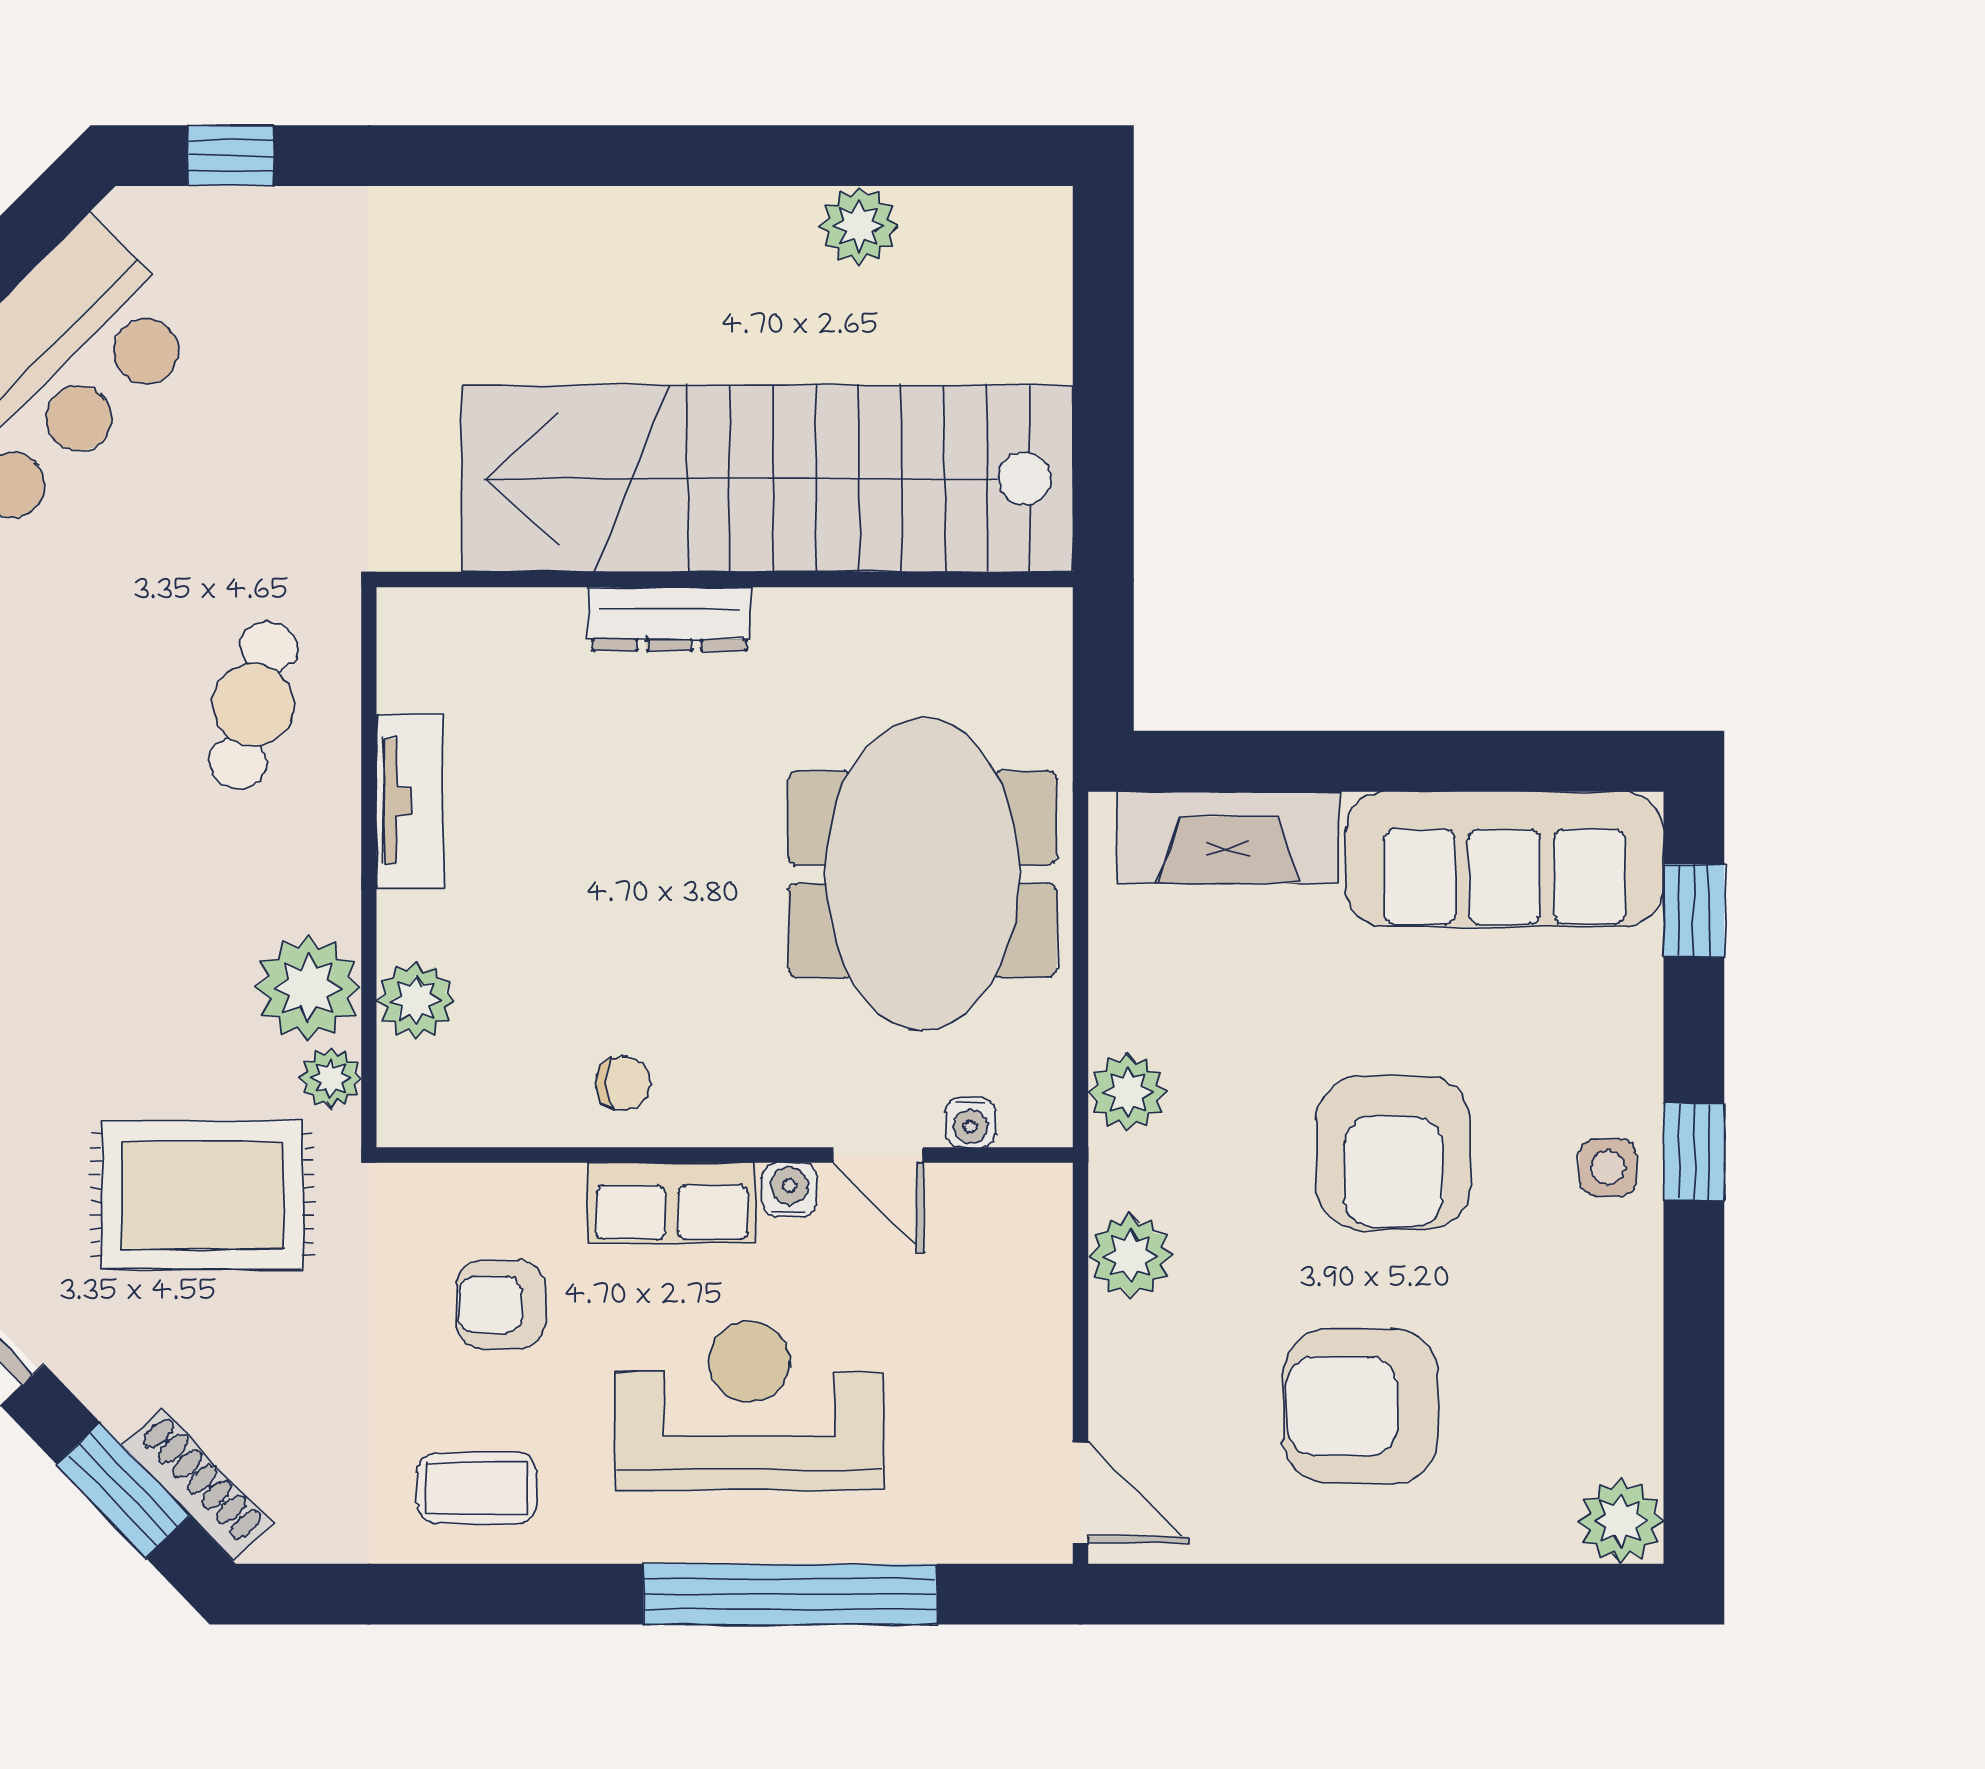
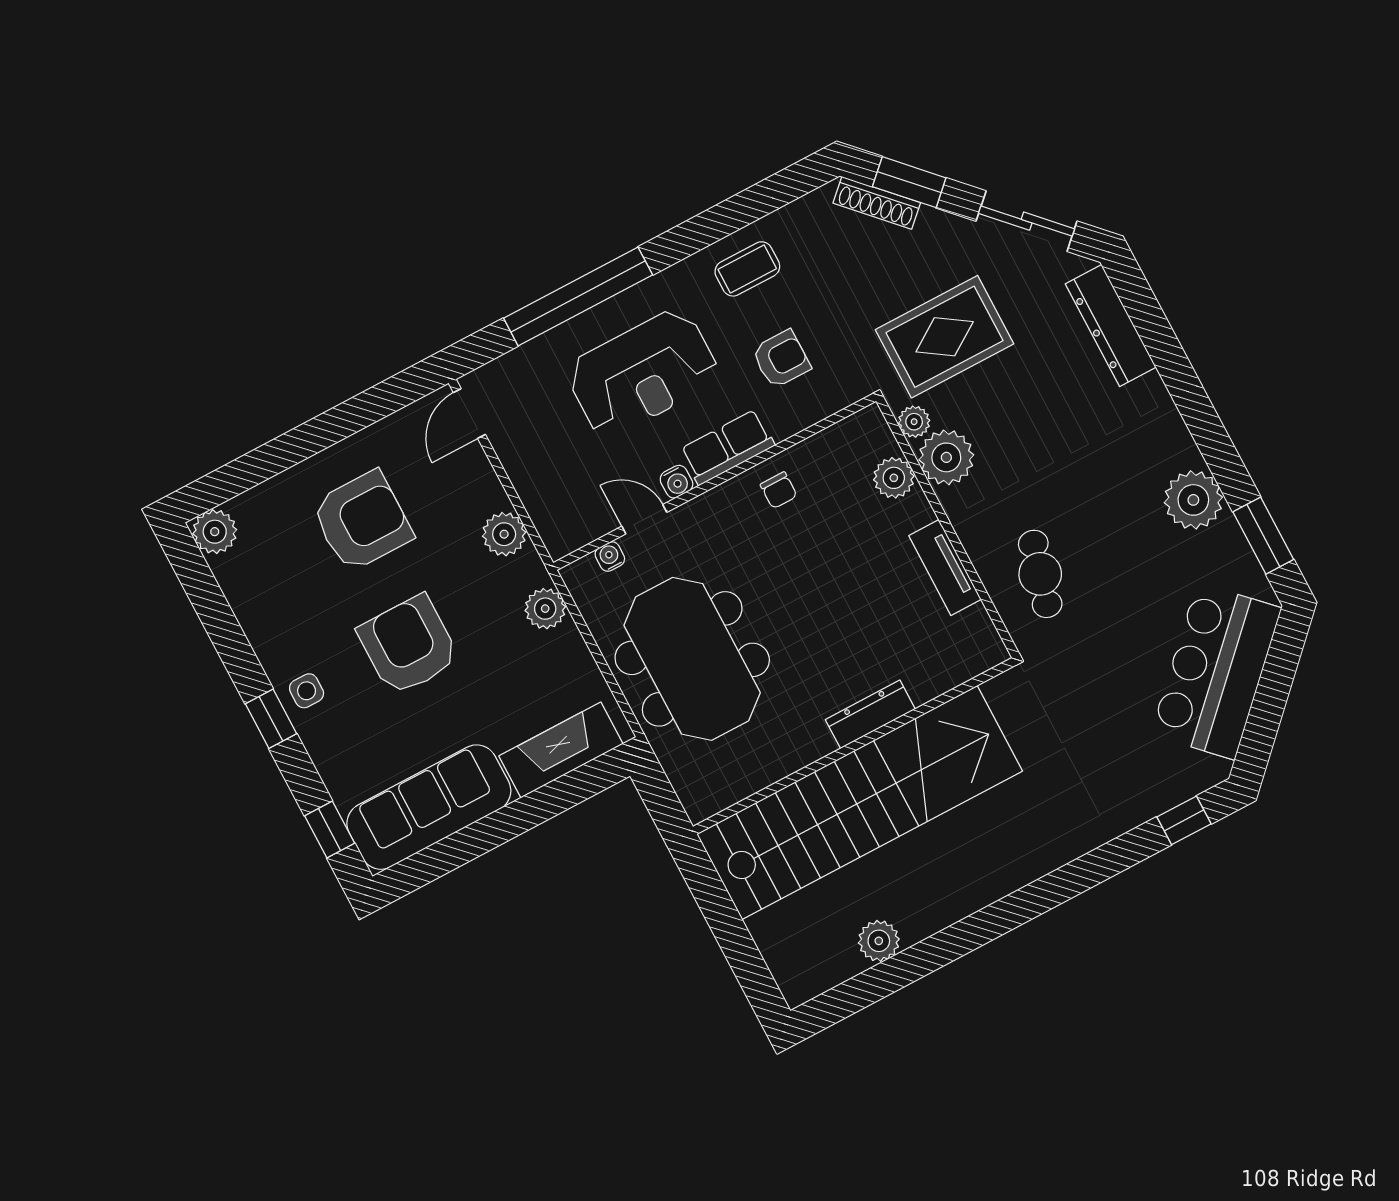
chair: (623, 1083) -> (779, 490), turned -90
door: (1081, 1493) -> (469, 413), hinge flipped

